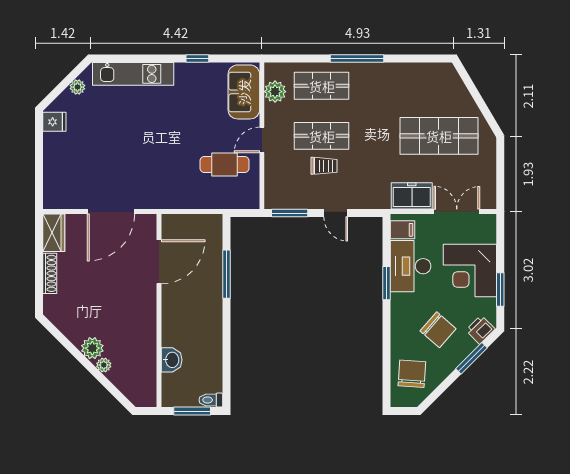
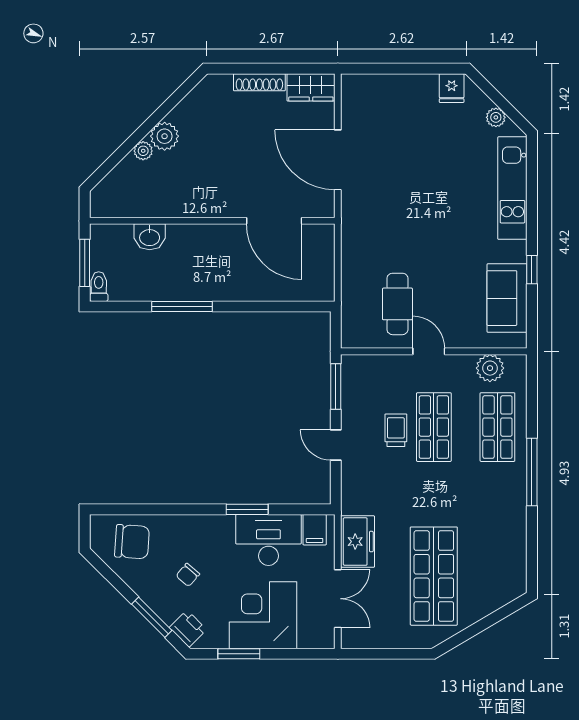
sofa: (244, 92) -> (507, 298), moved, turned -90
trolley: (324, 166) -> (396, 430), turned 180
door: (336, 213) -> (336, 445), hinge flipped
window: (227, 274) -> (182, 306), moved
chair: (438, 330) -> (188, 575), width x0.54, depth x0.54

